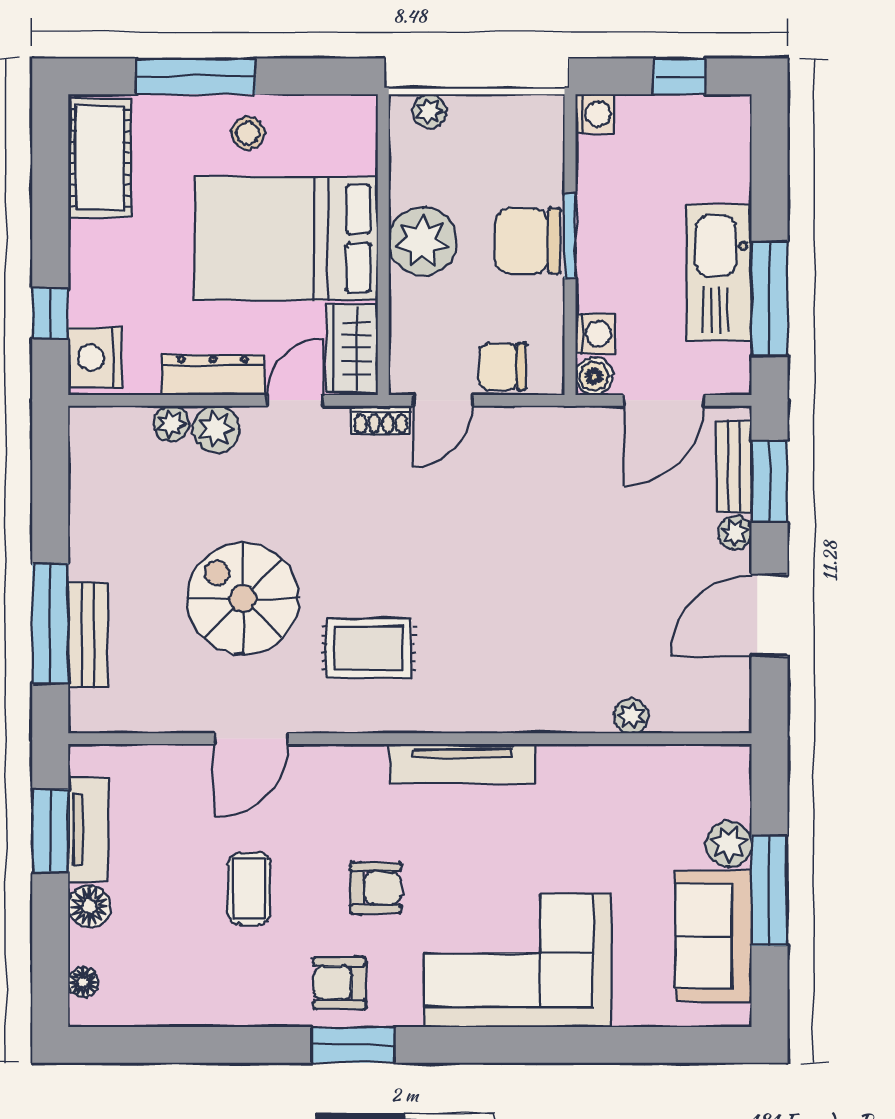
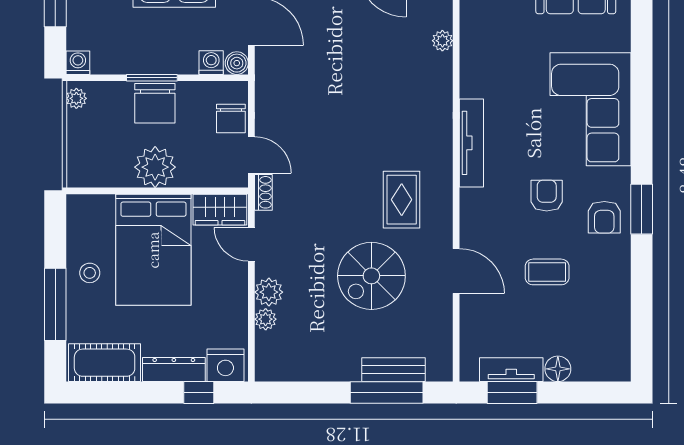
plant: (429, 111) -> (76, 98), moved
dresser: (213, 375) -> (174, 369), moved, turned 90
floor lamp: (83, 982) -> (604, 373), removed

